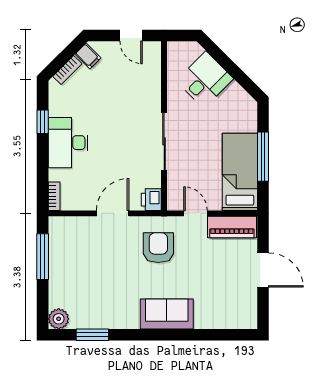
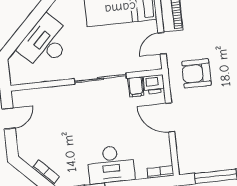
filing cabinet: (88, 56) -> (136, 87), moved, turned 135
desk: (205, 80) -> (45, 43), width x1.37

